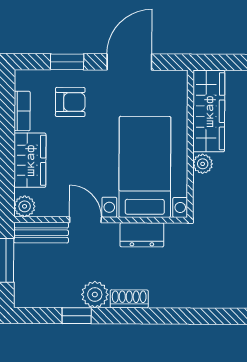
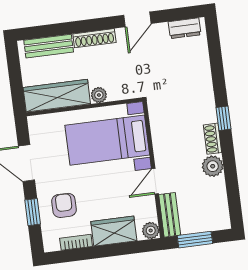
dresser: (142, 235) -> (161, 135), removed
window: (77, 316) -> (223, 118), moved

